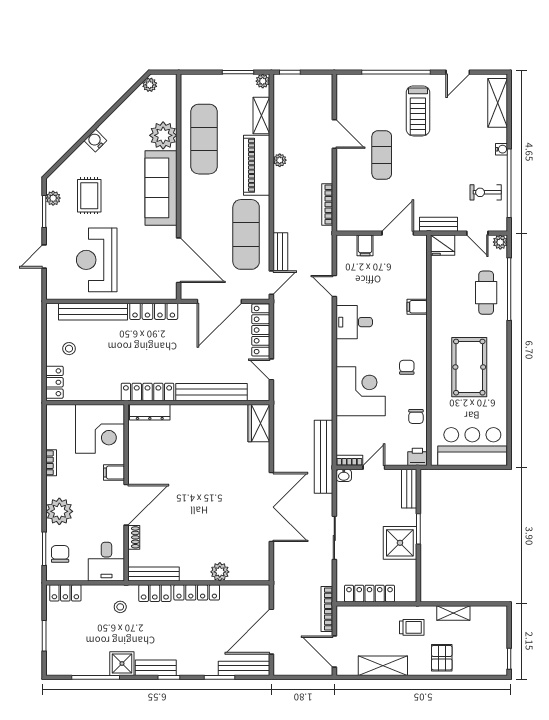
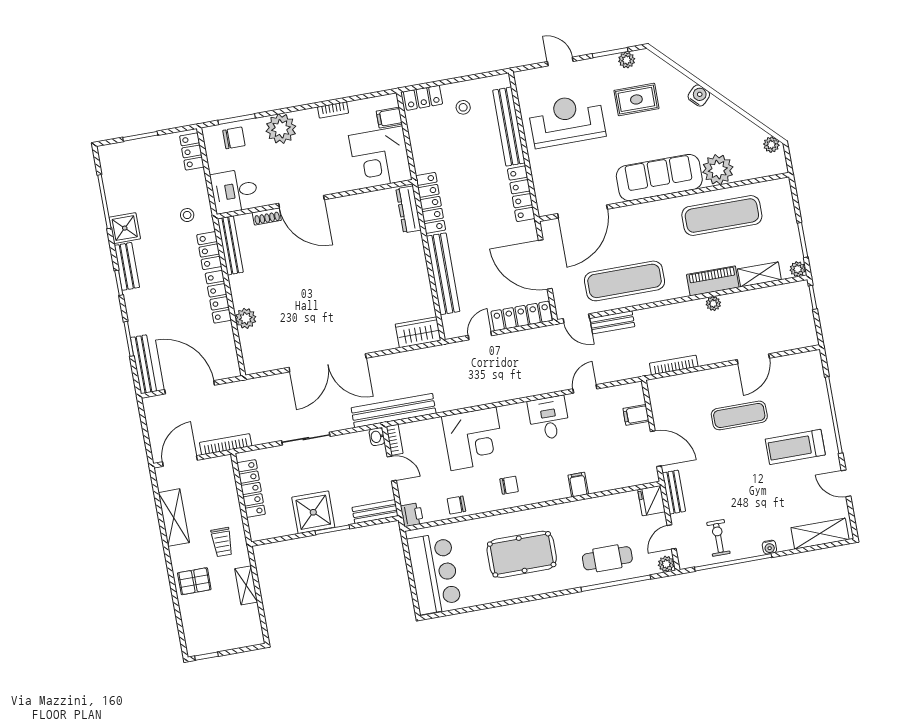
piano: (257, 165) -> (713, 281), width x0.73, depth x0.75
filing cabinet: (114, 472) -> (389, 118), moved, turned -90

